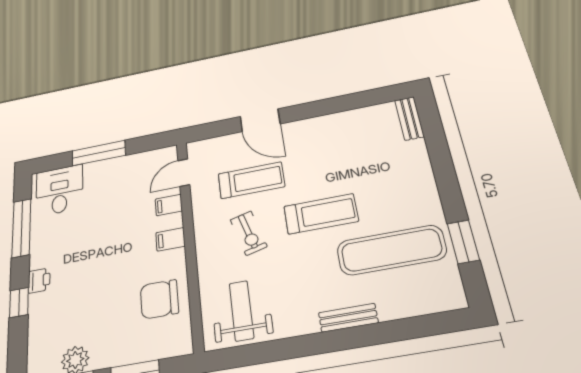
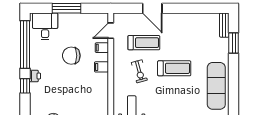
window: (21, 228) -> (25, 44), width x1.46
window: (463, 242) -> (234, 43), moved
exercise mat: (391, 250) -> (216, 86), moved, turned 90
chair: (159, 299) -> (71, 56), moved

